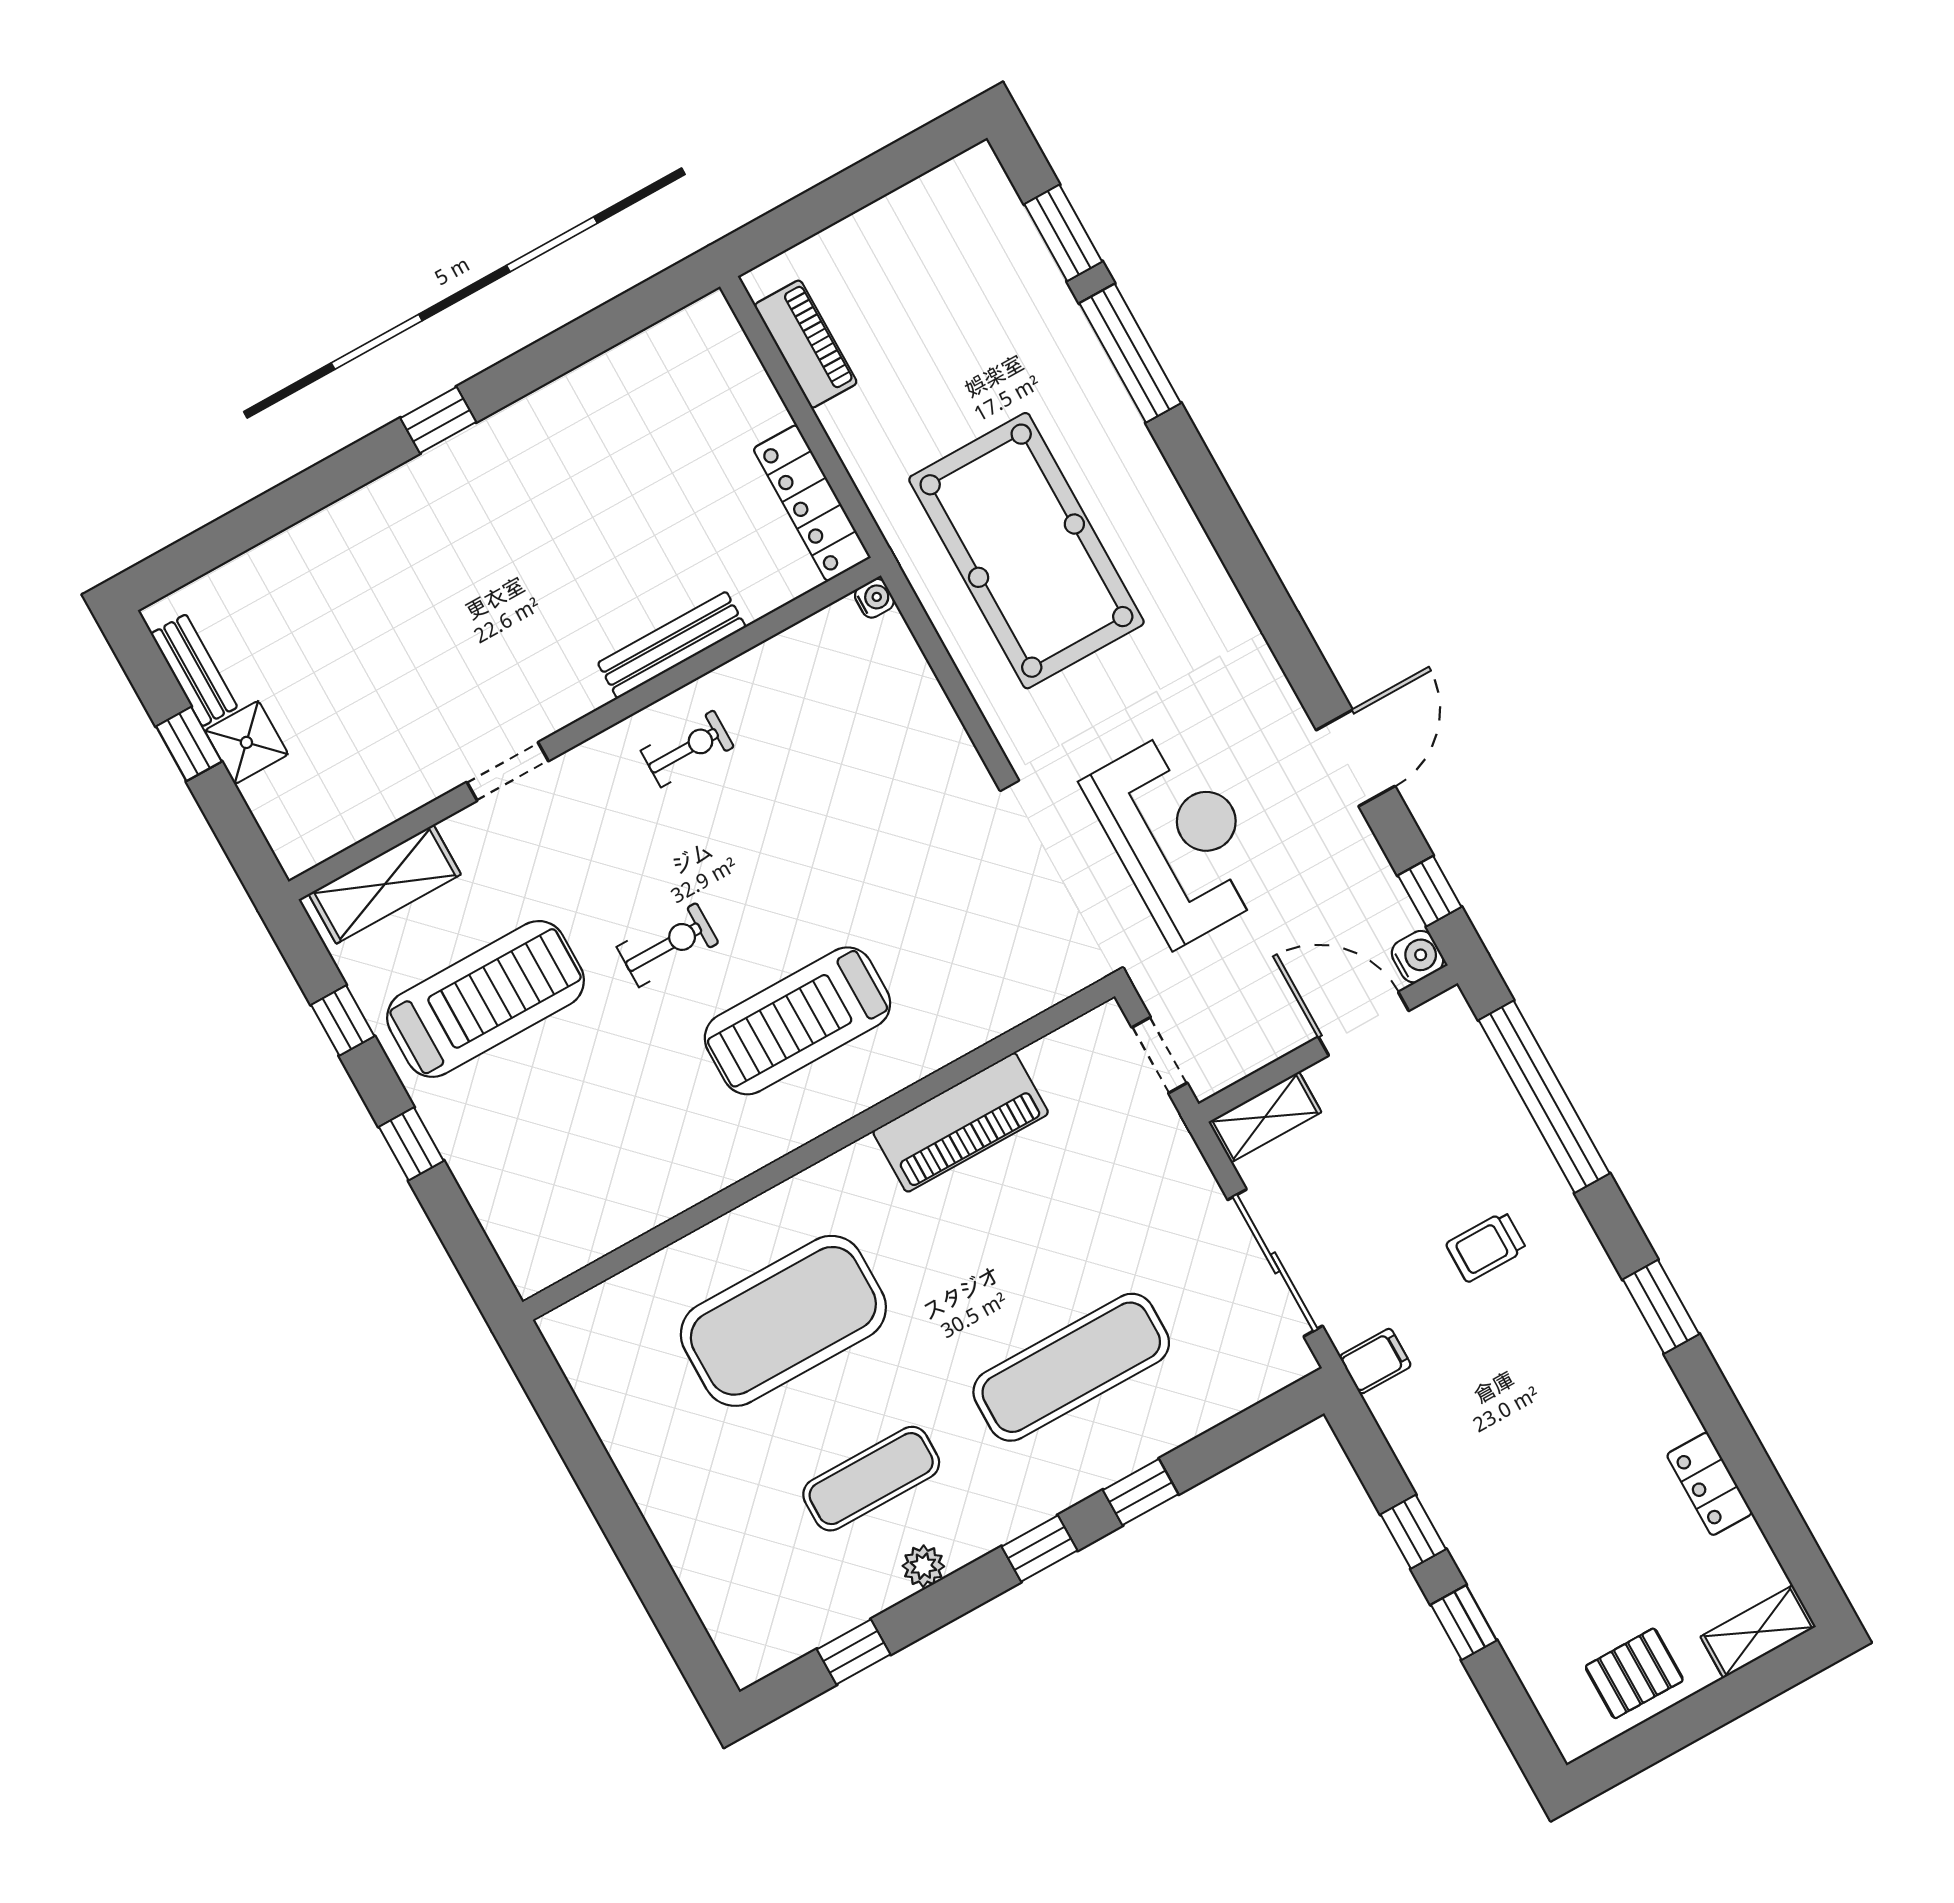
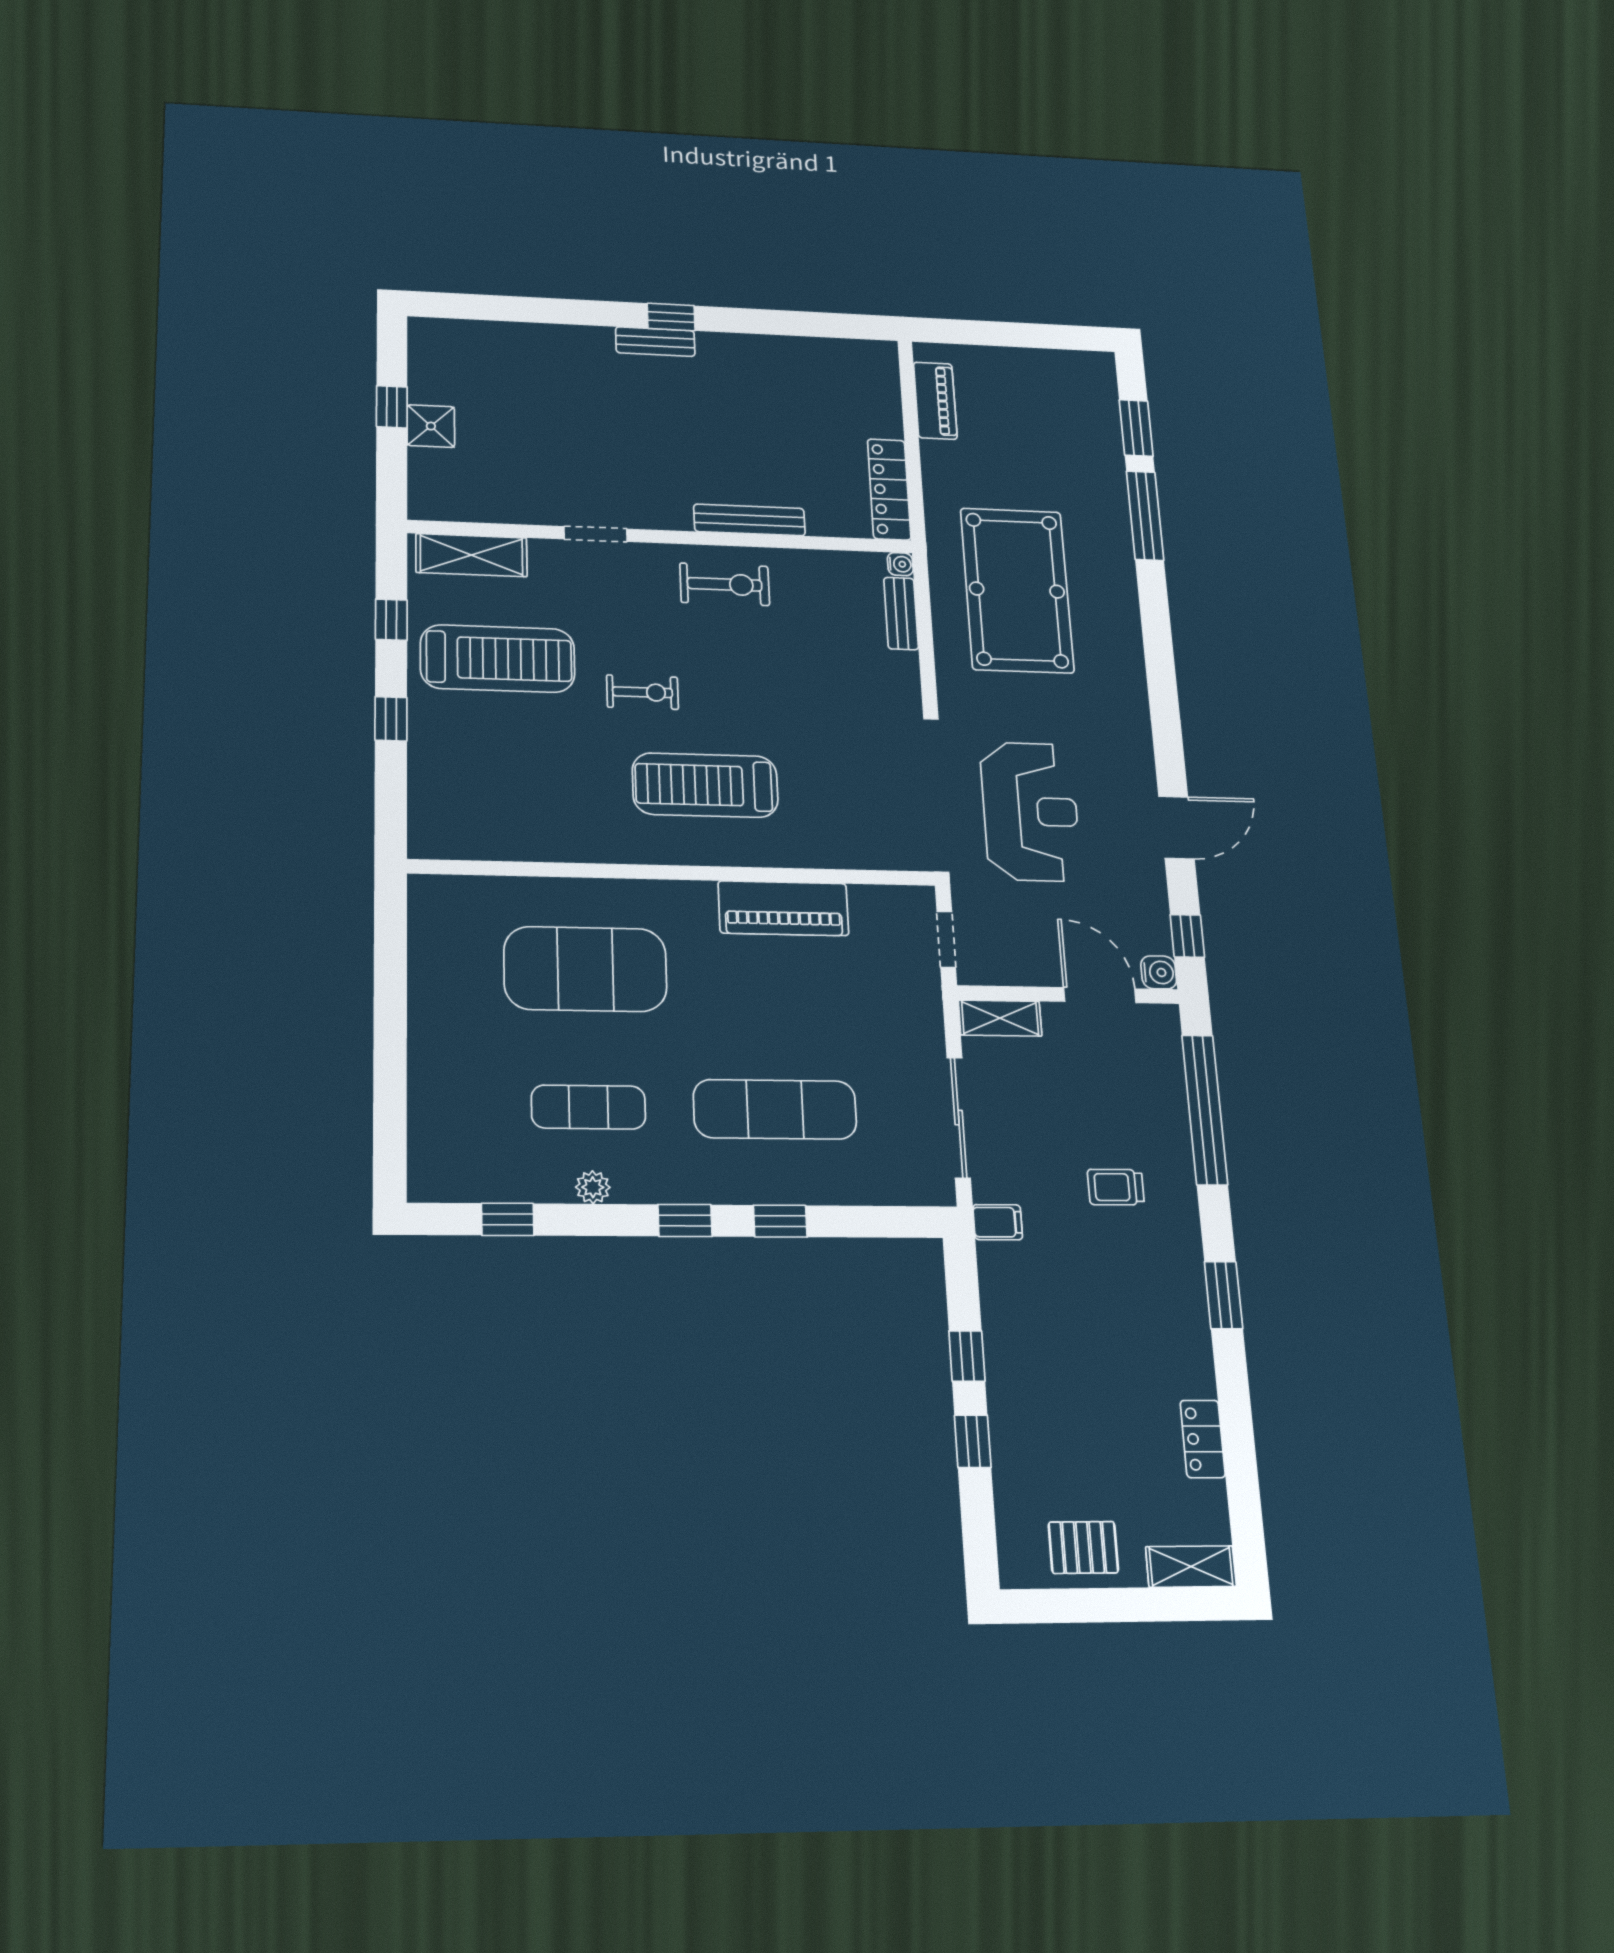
bench: (907, 665) -> (901, 613), added
bench: (194, 670) -> (655, 342), moved, turned 90
exercise bike: (687, 749) -> (725, 584), width x1.38, depth x1.39

